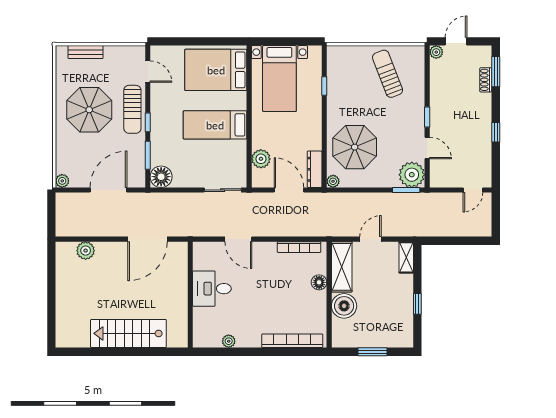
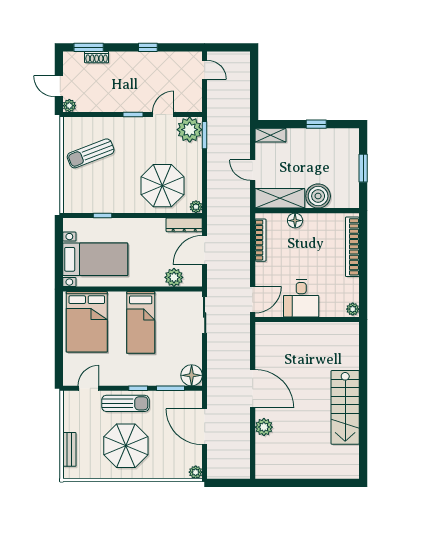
plant: (86, 251) -> (264, 427), moved
desk: (212, 289) -> (301, 298), moved
wall: (190, 295) -> (307, 319), moved

